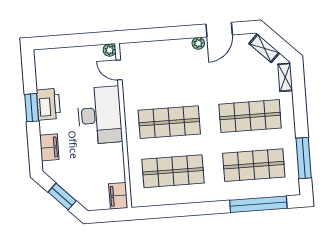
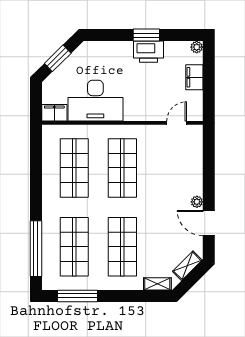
plant: (110, 50) -> (197, 47), moved
desk: (100, 115) -> (95, 101), moved
filing cabinet: (49, 147) -> (194, 77), moved, turned 90

